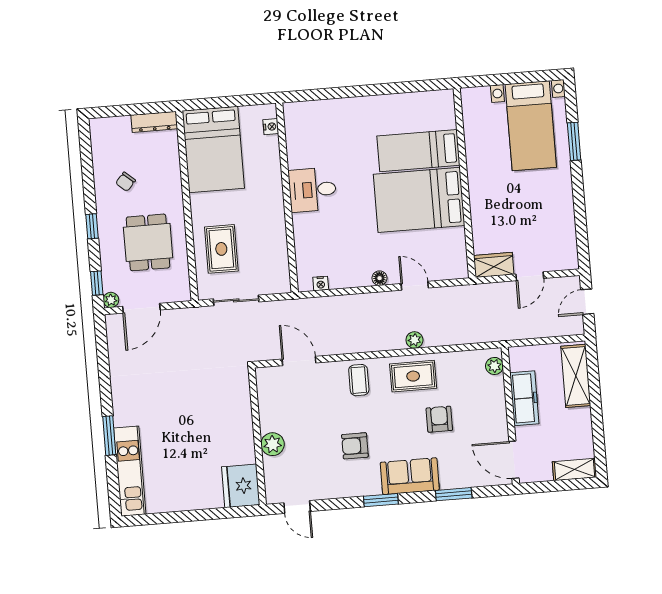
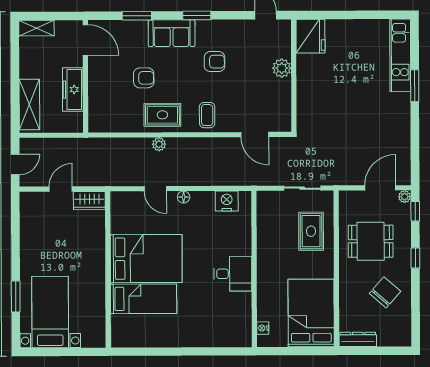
chair: (126, 182) -> (385, 292), width x1.87, depth x1.87
dining table: (148, 242) -> (371, 241), turned 90
nightstand: (321, 283) -> (227, 201), width x1.89, depth x1.79
plant: (494, 366) -> (95, 118), removed
armchair: (439, 419) -> (144, 78), turned -91

